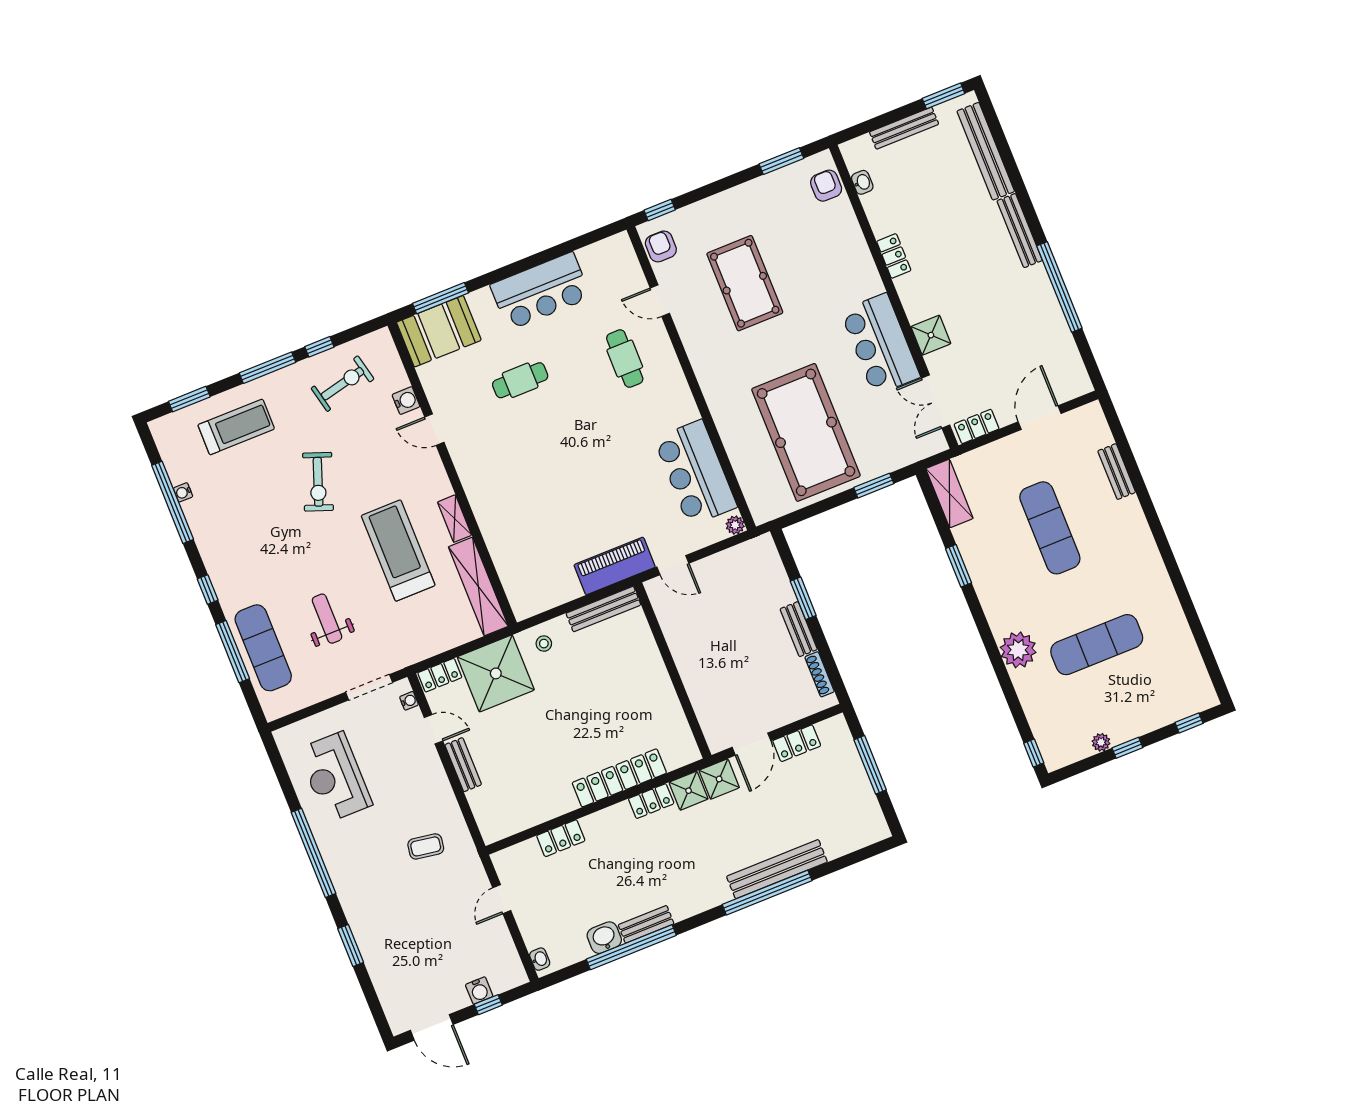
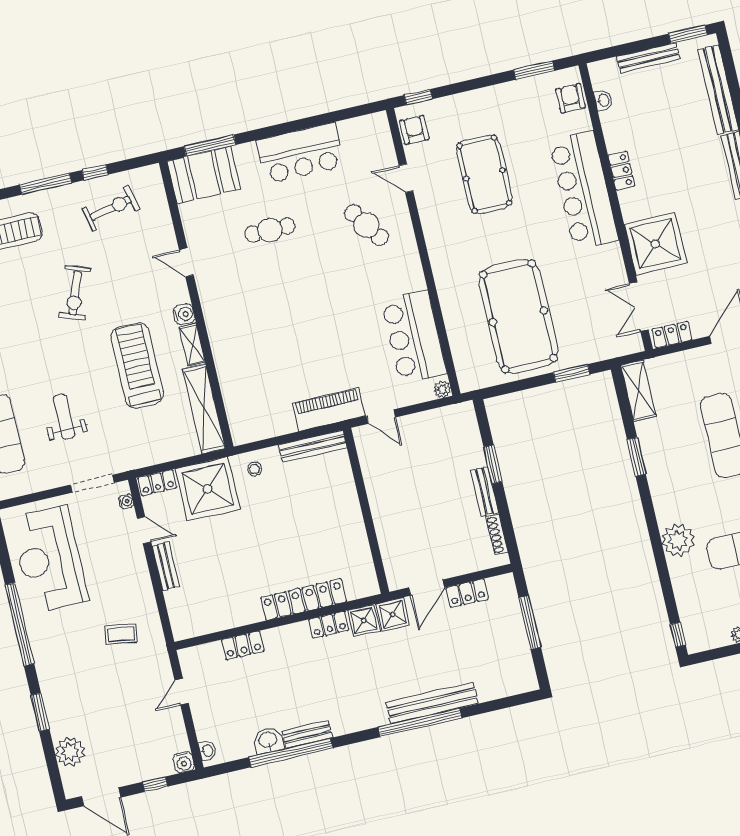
shower: (931, 335) -> (655, 244), width x1.86, depth x1.86
bar counter: (880, 344) -> (584, 190), moved, width x1.36
cafe table: (625, 359) -> (367, 225), turned -35
water cooler: (406, 401) -> (184, 314), moved
reception desk: (335, 777) -> (49, 559), width x1.36, depth x1.30
plant: (390, 984) -> (70, 752), added
water cooler: (479, 990) -> (184, 762), moved

